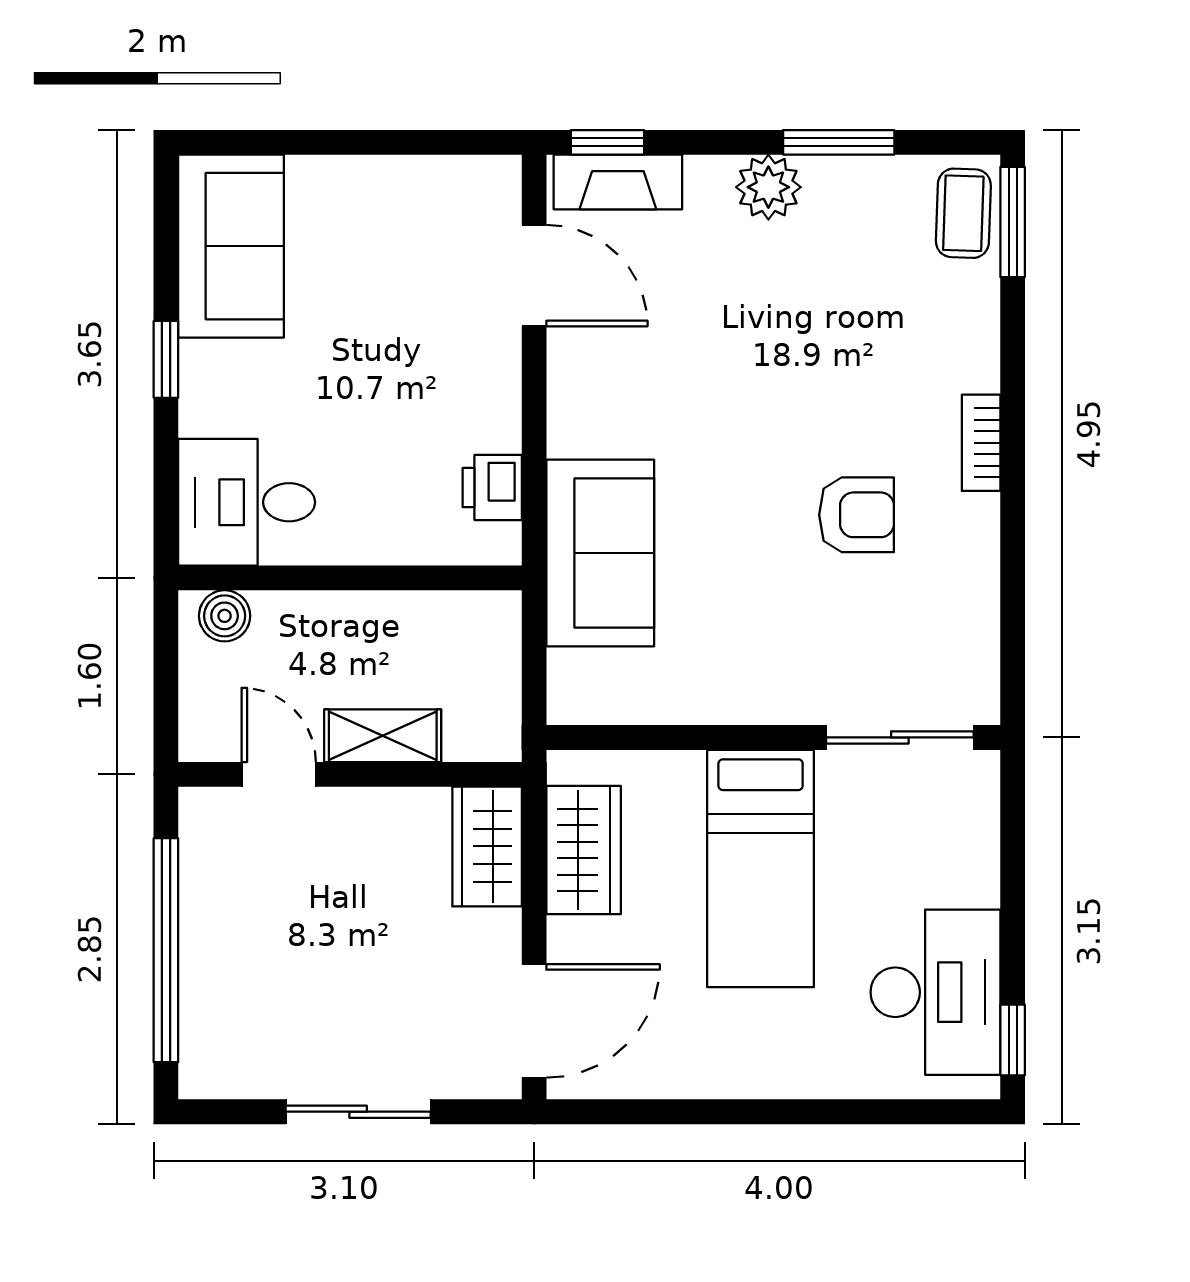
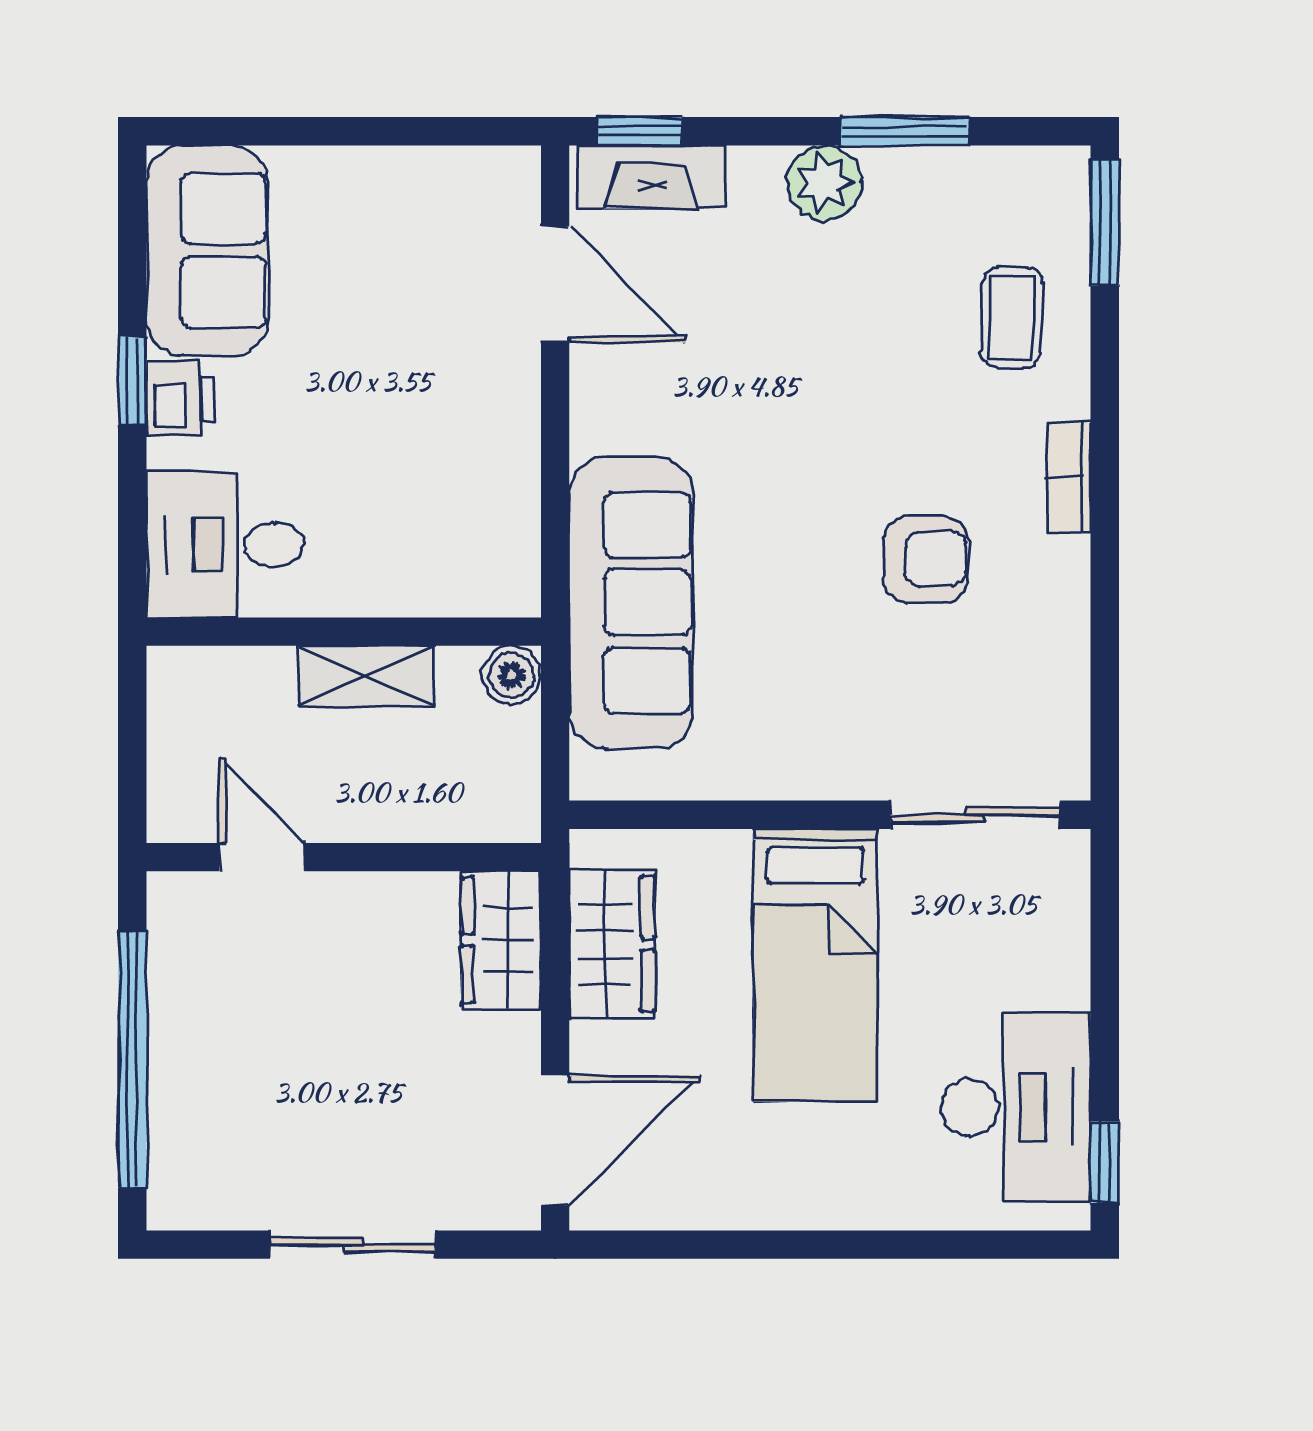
coffee table: (963, 213) -> (1012, 318), moved
printer: (492, 487) -> (180, 399), moved, turned 180
sofa: (600, 553) -> (631, 603), width x1.36
boiler: (225, 616) -> (512, 675), moved
shelving: (383, 736) -> (366, 676), moved

